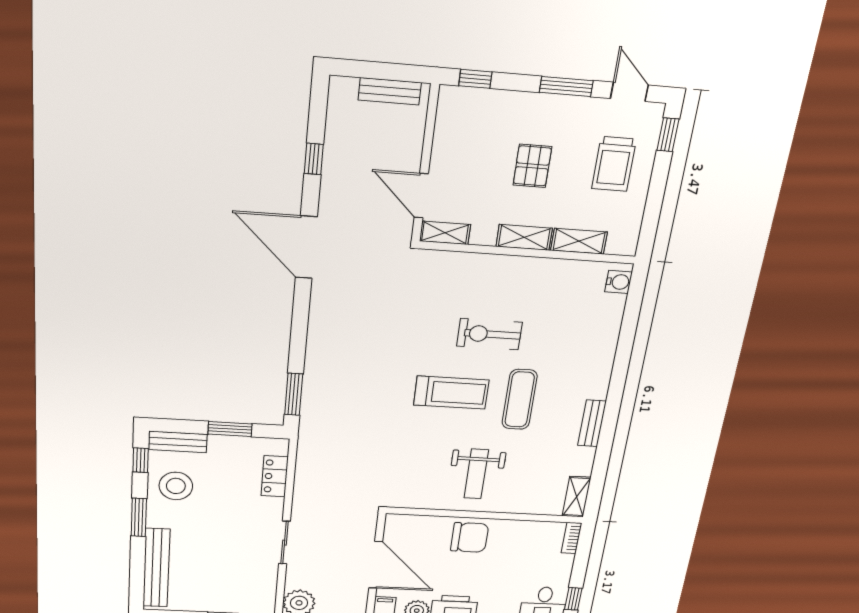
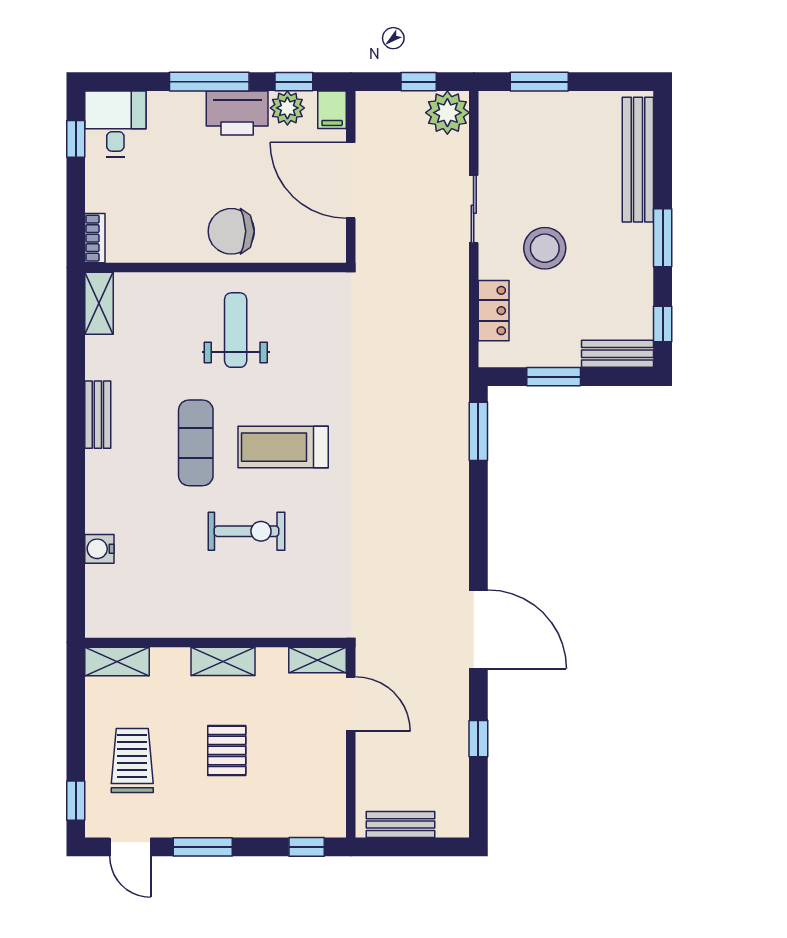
shelving: (579, 241) -> (117, 661), moved
water cooler: (619, 282) -> (99, 549), moved
stool: (176, 486) -> (545, 248), moved

